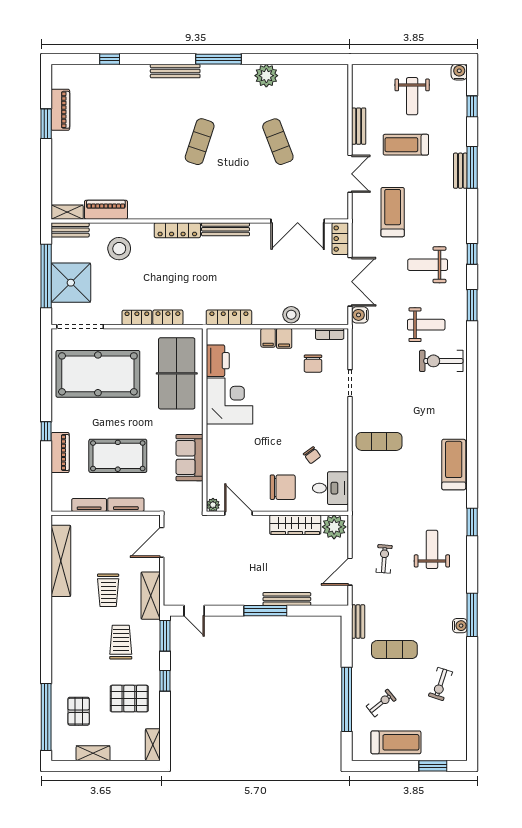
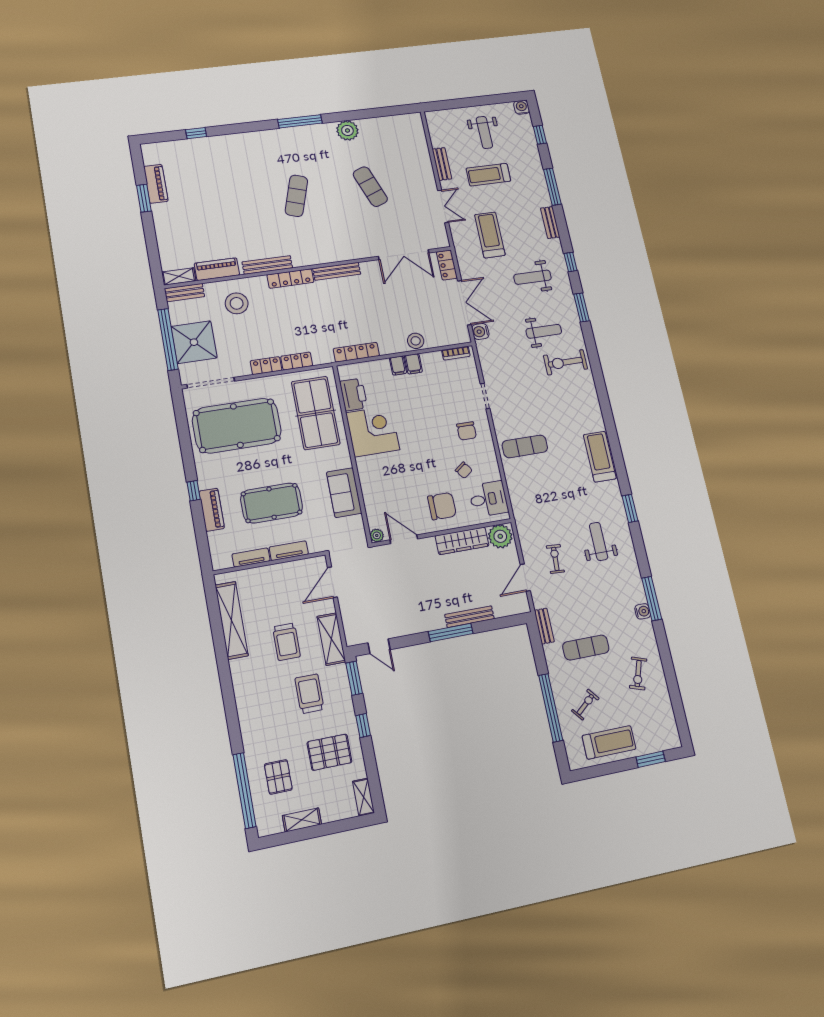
bench: (175, 71) -> (267, 265), moved
bench: (460, 171) -> (550, 223), moved
chair: (313, 364) -> (467, 431), moved

